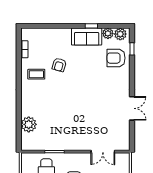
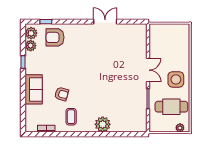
sofa: (87, 37) -> (34, 89), moved
armchair: (116, 58) -> (55, 37), turned 90
plant: (29, 124) -> (103, 124), moved
double door: (103, 152) -> (148, 70), moved

